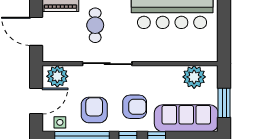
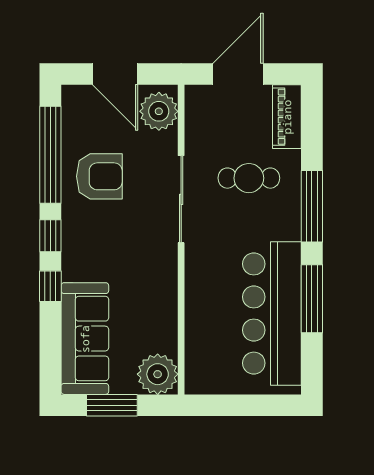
plant: (194, 77) -> (158, 374), moved
armchair: (135, 107) -> (105, 247), removed
side table: (60, 122) -> (78, 116), removed

